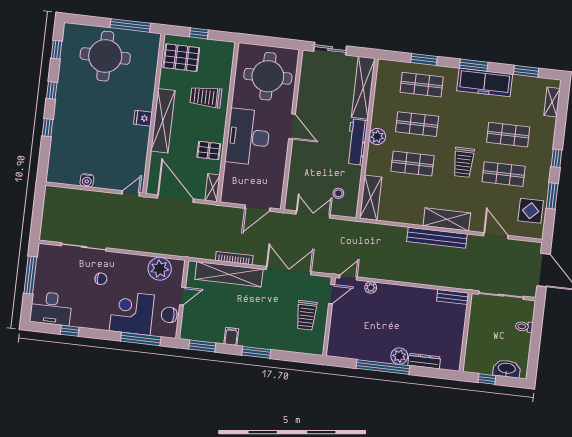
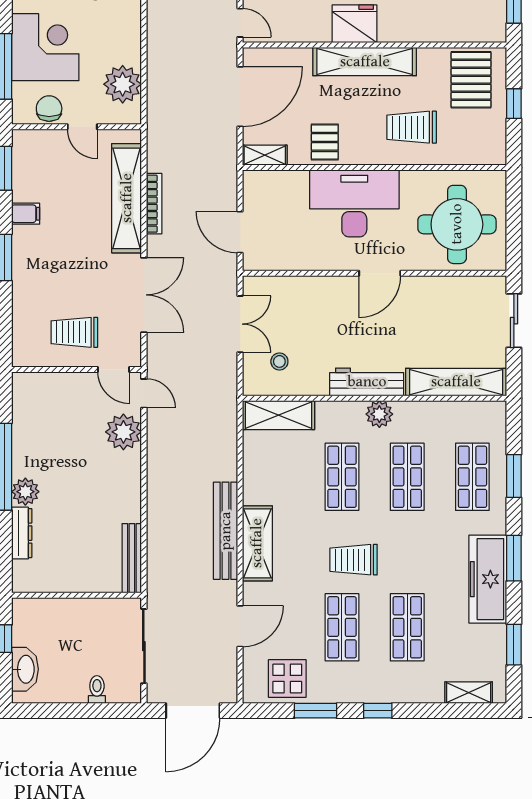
trolley: (206, 97) -> (412, 127), turned -90
fridge: (143, 118) -> (355, 24), width x1.88, depth x1.34
plant: (371, 287) -> (123, 432), width x1.88, depth x1.88
bench: (453, 297) -> (132, 558), width x1.36

